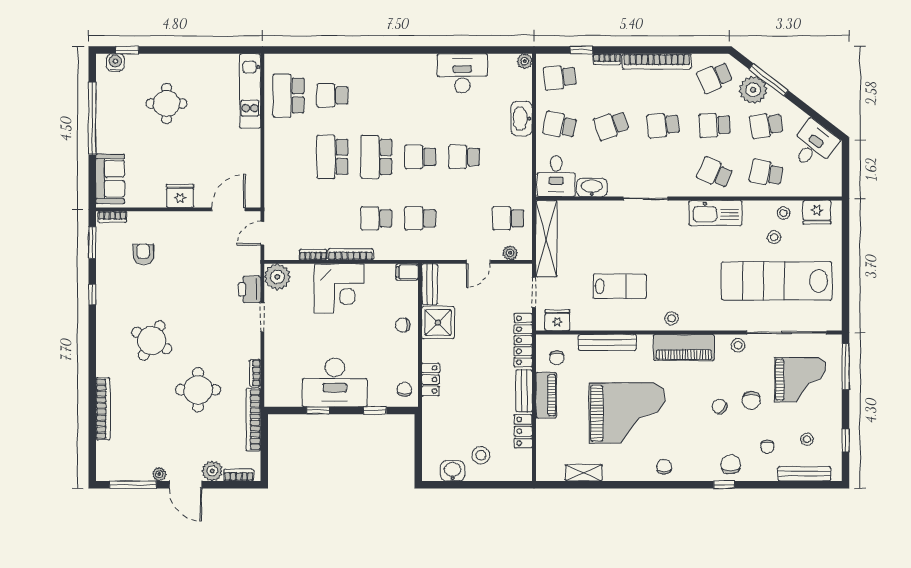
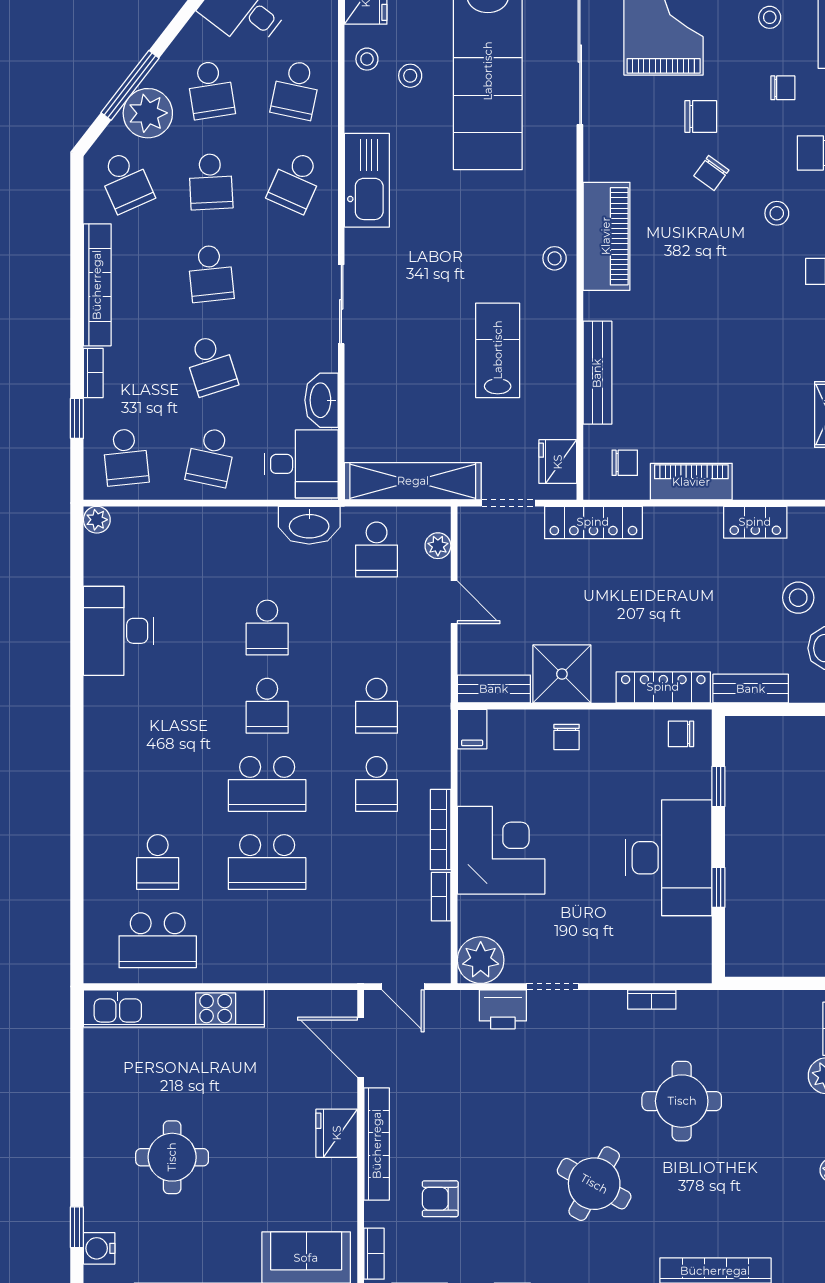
kitchen unit: (250, 91) -> (174, 1009), width x1.36
washbasin: (522, 119) -> (309, 525), moved
stool: (738, 345) -> (777, 213), moved
locker: (431, 379) -> (663, 687), width x1.53
bench: (524, 391) -> (751, 689), moved
grand piano: (627, 413) -> (723, 337), removed
bookcase: (253, 420) -> (377, 1144), moved, turned -90

